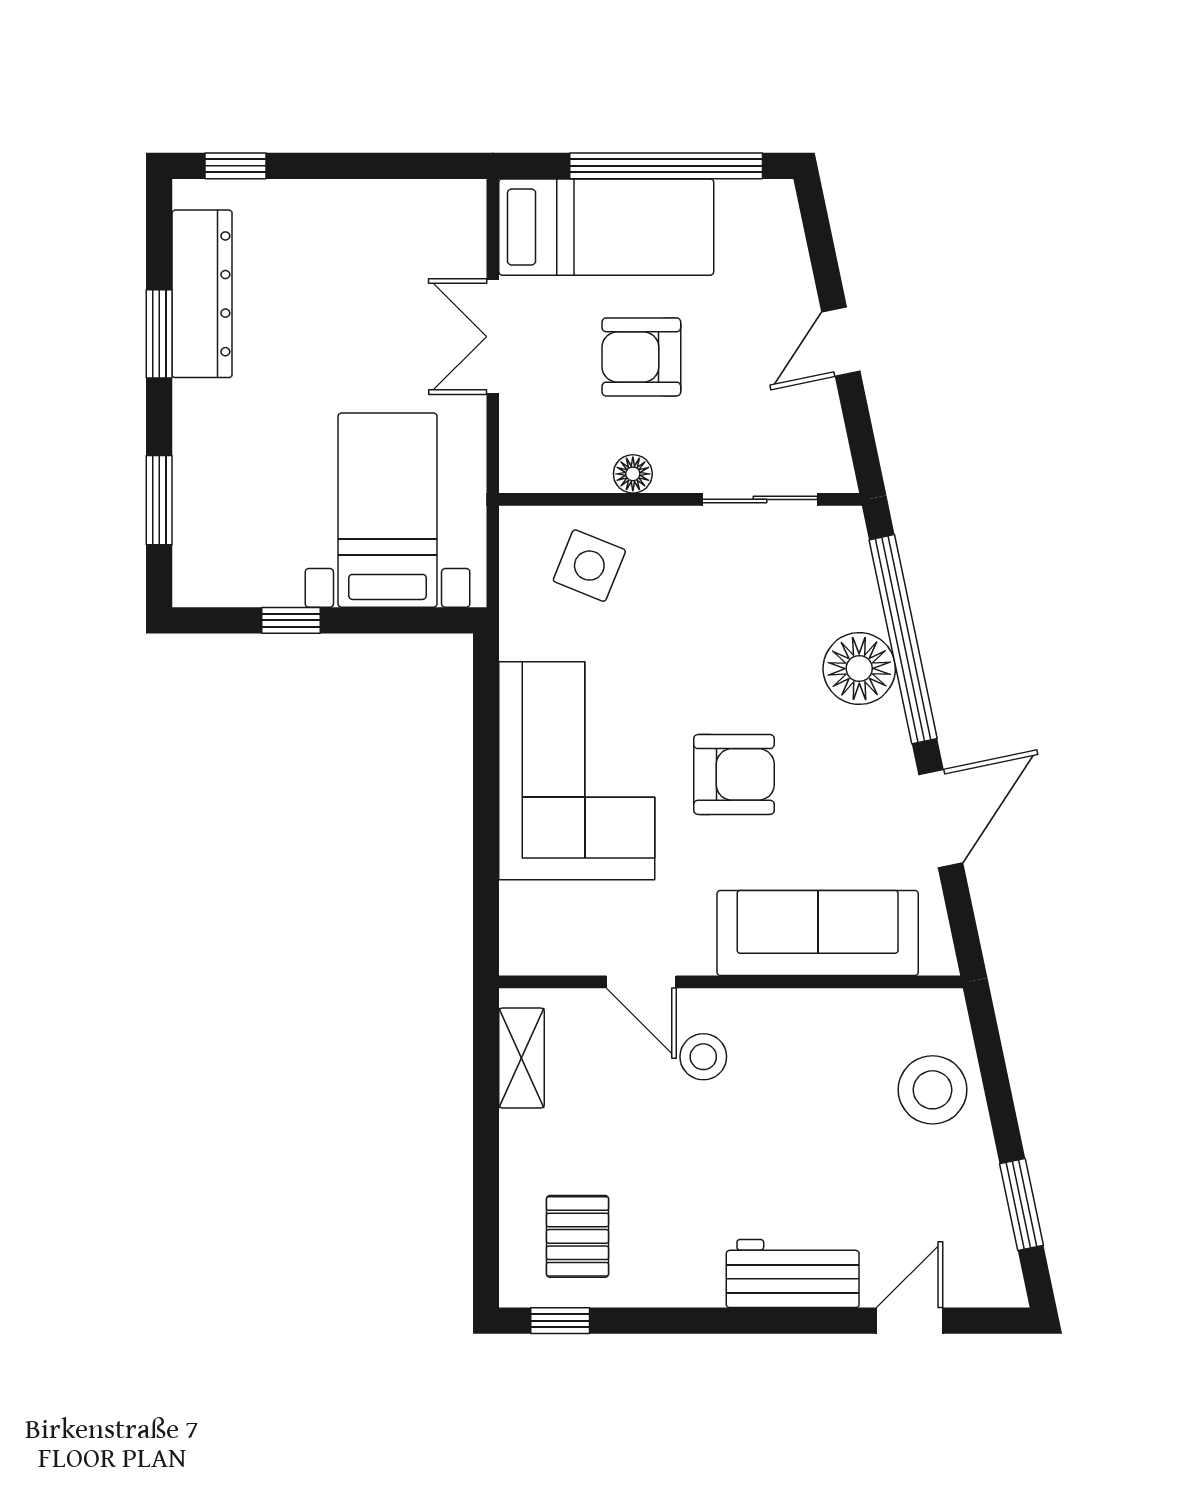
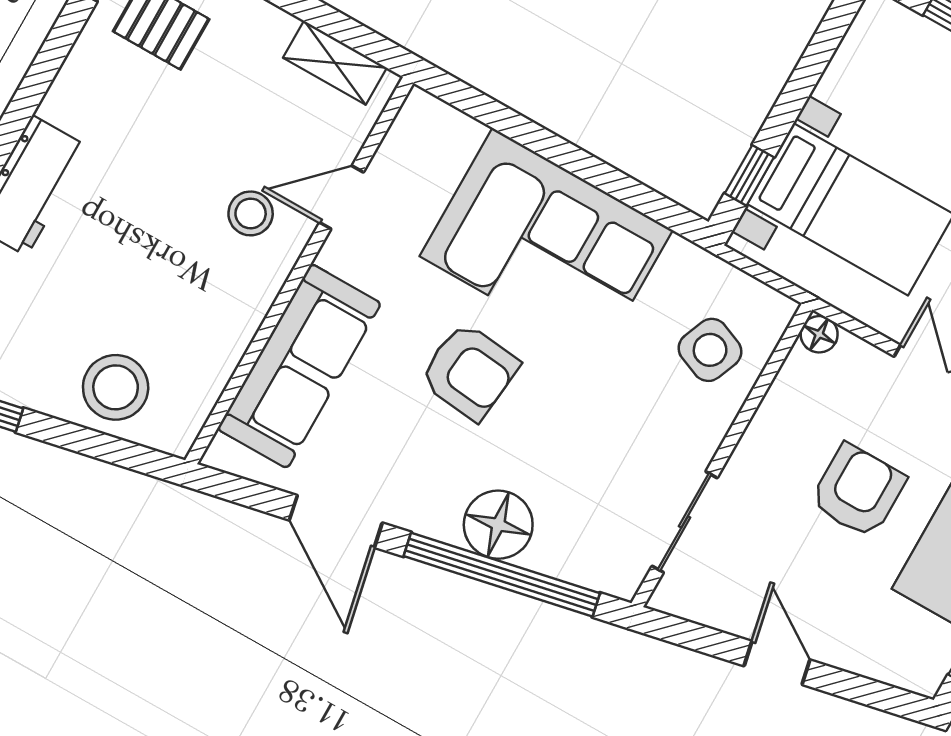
floor lamp: (633, 474) -> (819, 334), moved
window: (291, 620) -> (749, 175), moved
armchair: (734, 774) -> (469, 371), turned -84

